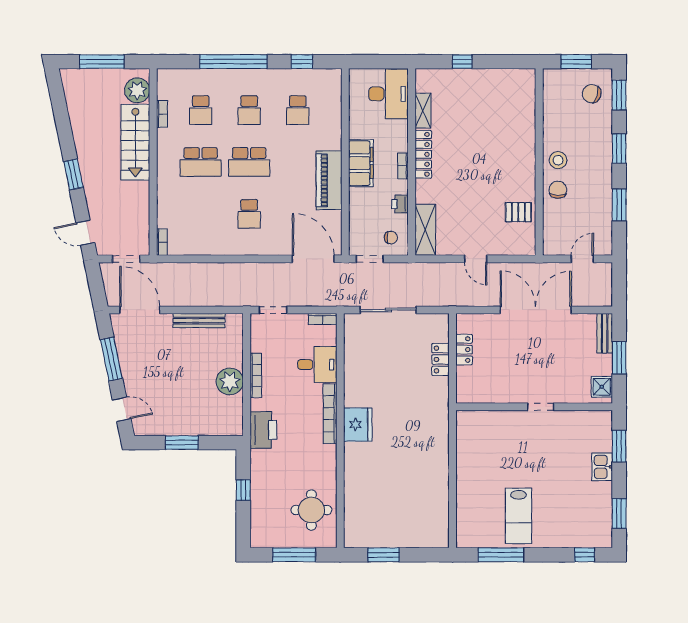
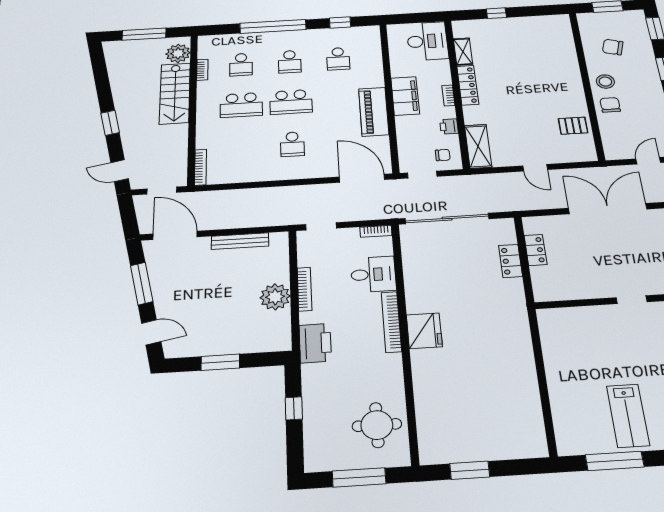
chair: (592, 94) -> (613, 47), moved
bookcase: (162, 242) -> (200, 167), width x1.56
sliding door: (388, 310) -> (447, 219), width x1.36

